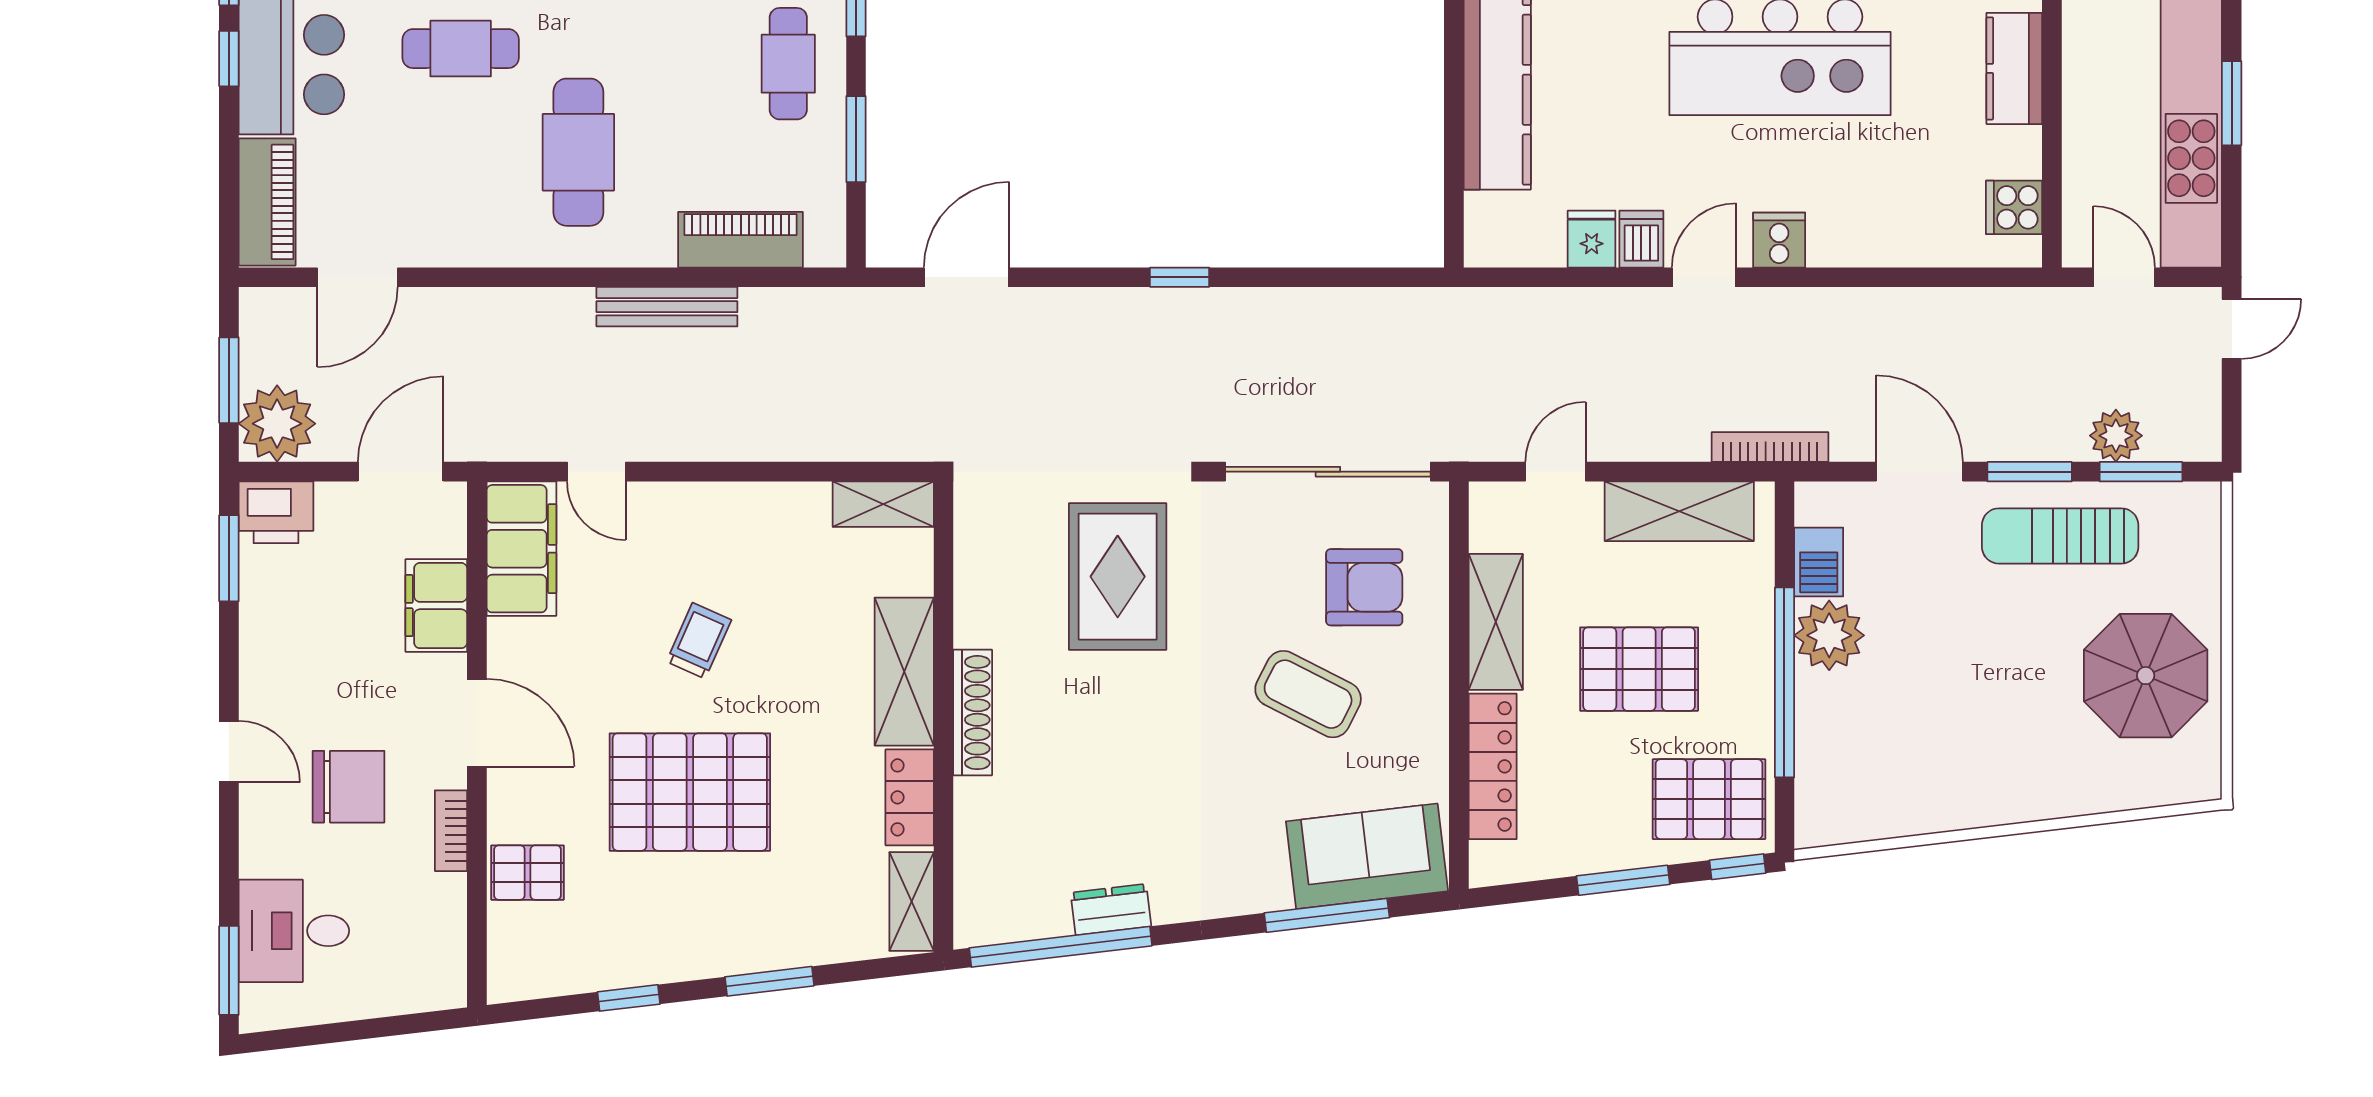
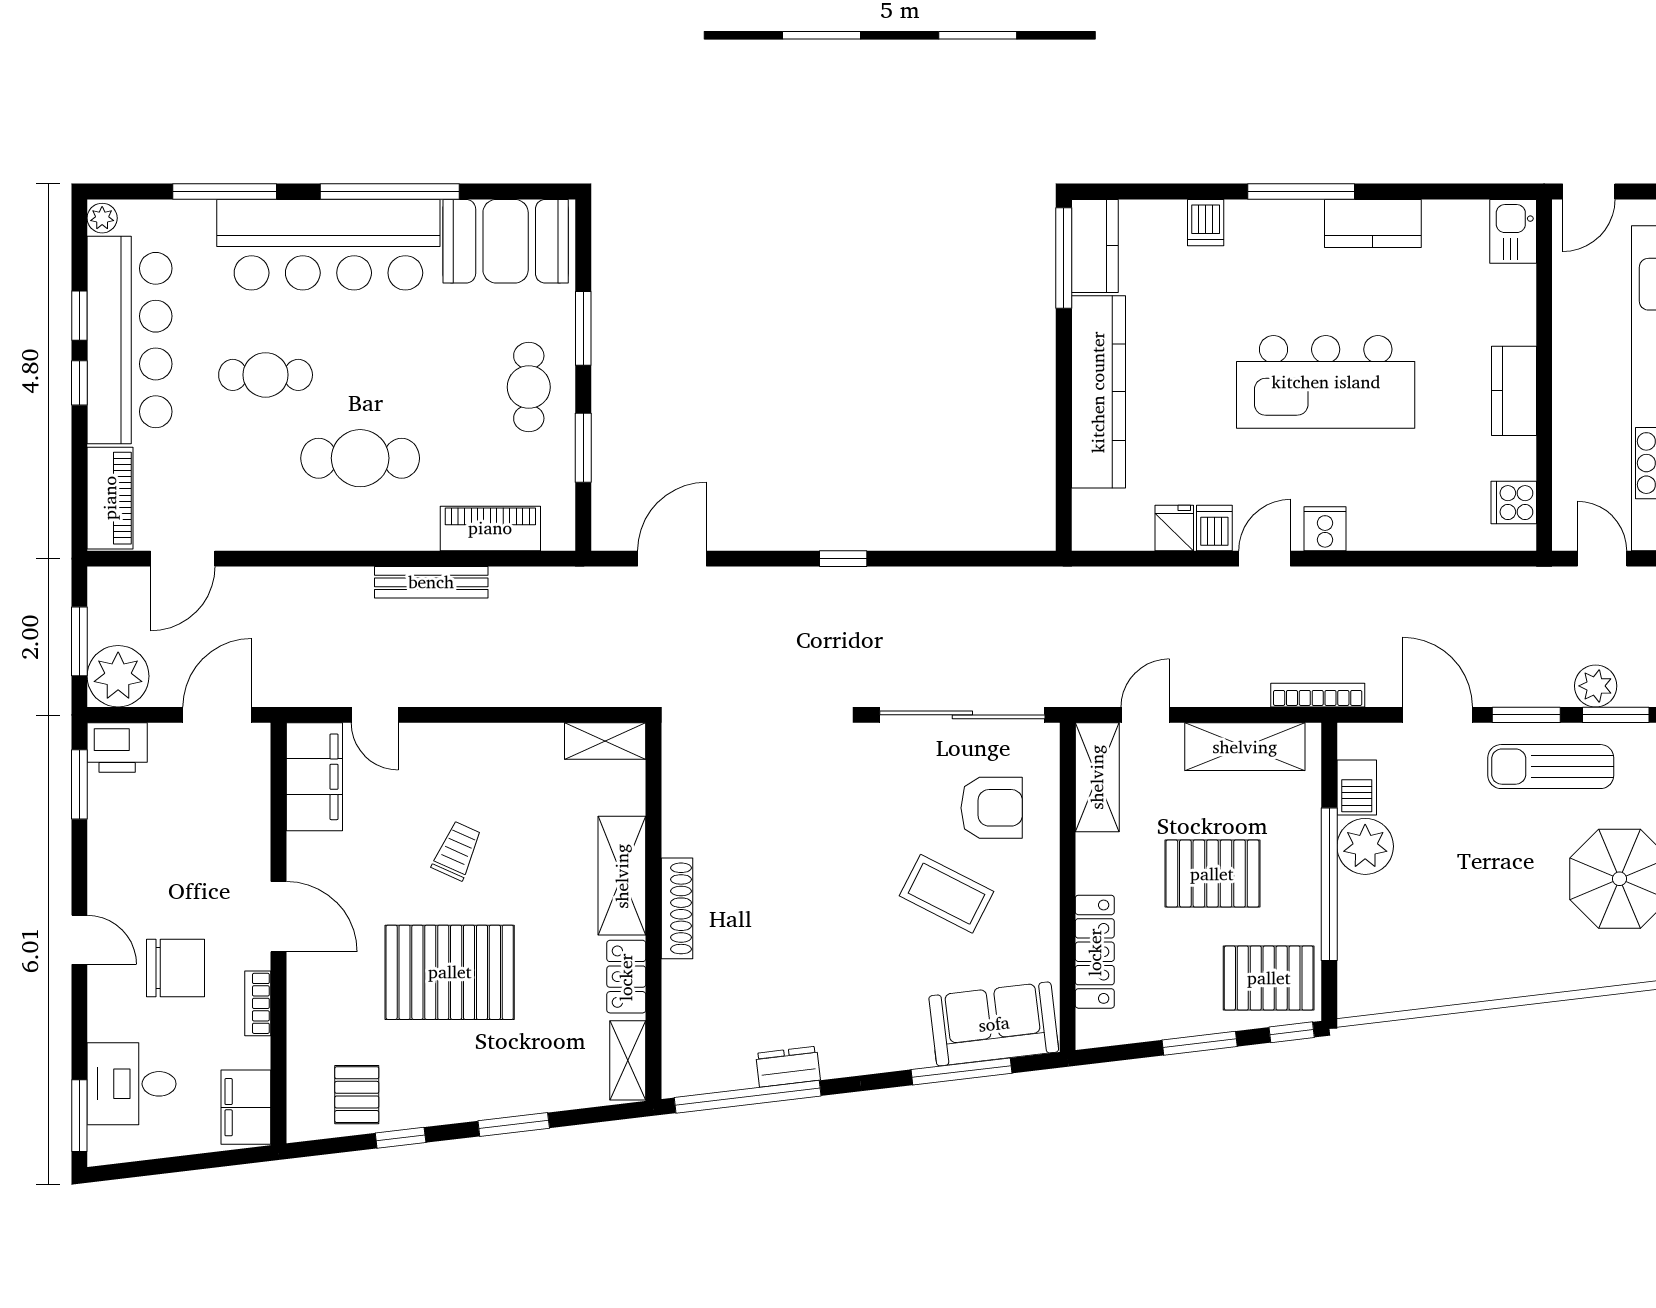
cafe table: (578, 152) -> (360, 458), turned 90
rug: (1118, 577) -> (793, 799), removed
filing cabinet: (436, 606) -> (246, 1107), moved
shelving: (1496, 622) -> (1097, 777), moved
pallet: (528, 873) -> (357, 1095), moved, turned 90

